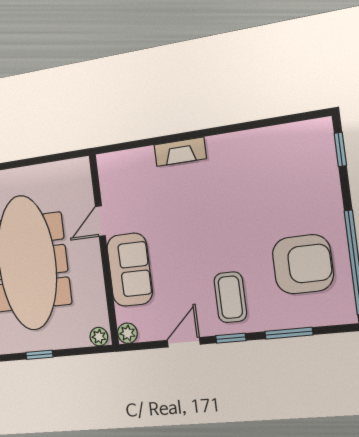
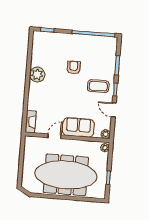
plant: (228, 151) -> (37, 75), added
fireplace: (180, 152) -> (31, 122), moved
door: (100, 221) -> (55, 136), swing flipped
armchair: (303, 264) -> (74, 67), moved, width x0.53, depth x0.53

